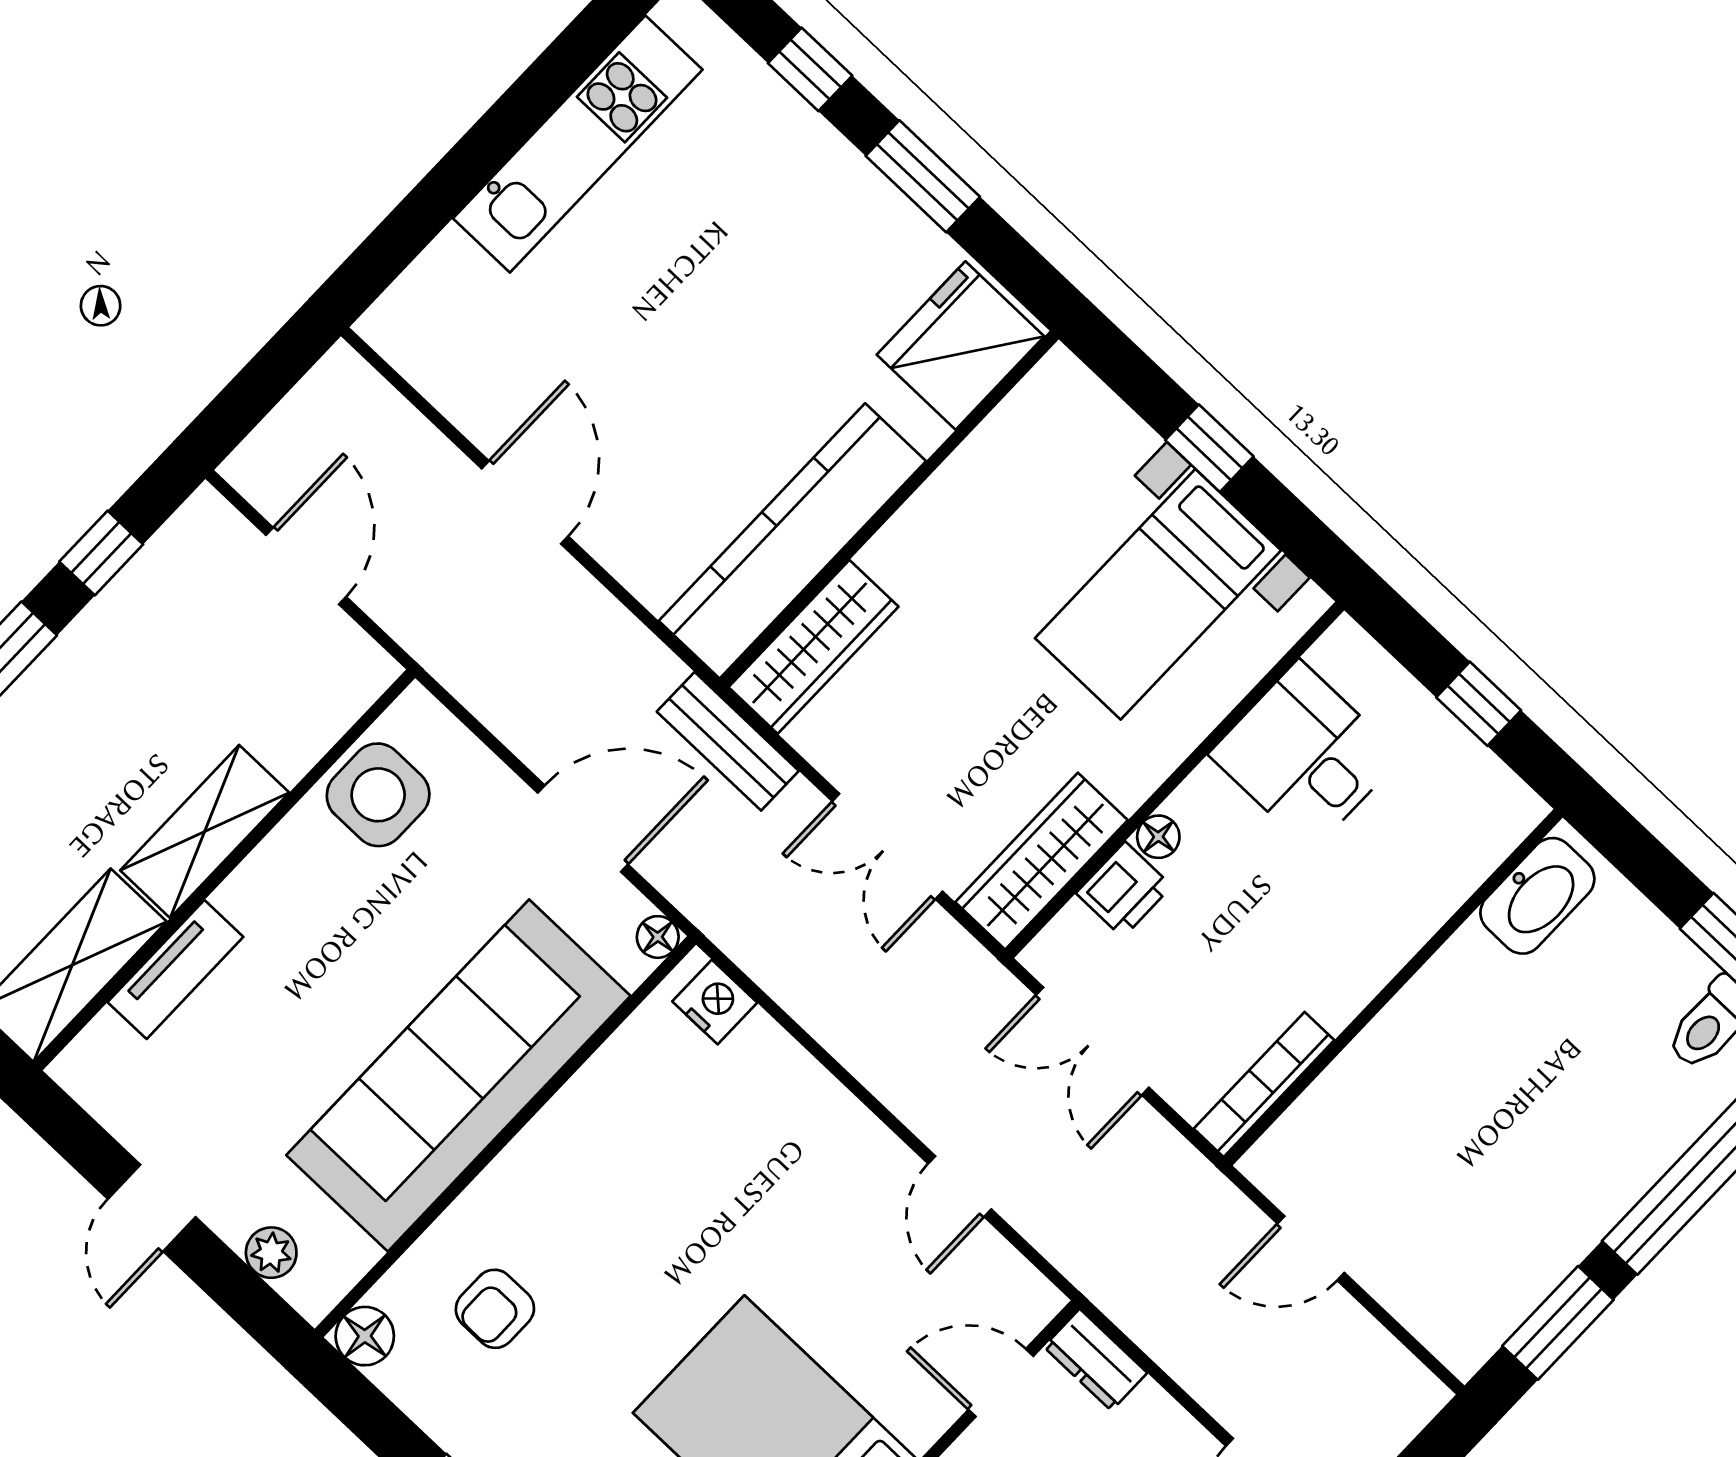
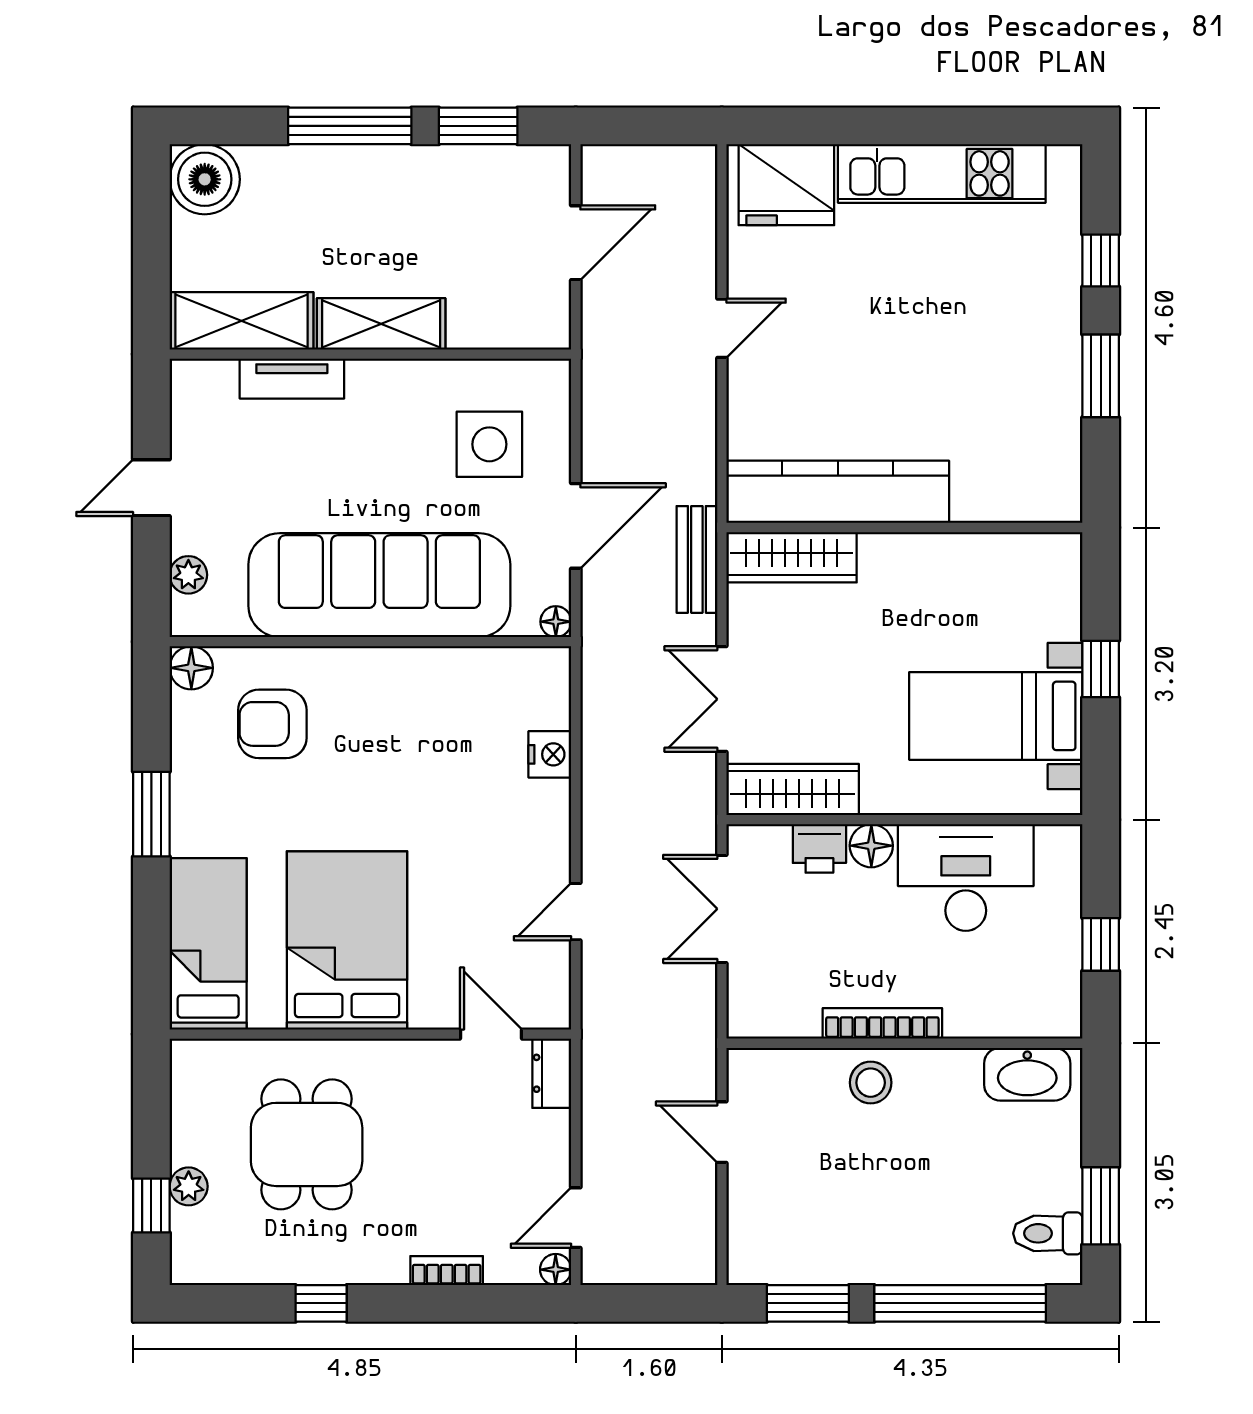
fridge: (961, 345) -> (786, 185), moved, turned 180
door: (525, 502) -> (722, 328), width x0.73
window: (101, 553) -> (478, 126), width x1.50
desk: (1305, 756) -> (966, 878), width x1.37
side table: (378, 795) -> (489, 444), moved
door: (583, 829) -> (576, 526), hinge flipped
floor lamp: (1158, 837) -> (871, 846), width x1.37, depth x1.37
nightstand: (715, 1002) -> (550, 754), moved
stool: (1400, 1057) -> (871, 1083), added
bookcase: (1264, 1084) -> (882, 1023), moved
armchair: (495, 1309) -> (272, 724), width x1.38, depth x1.38

